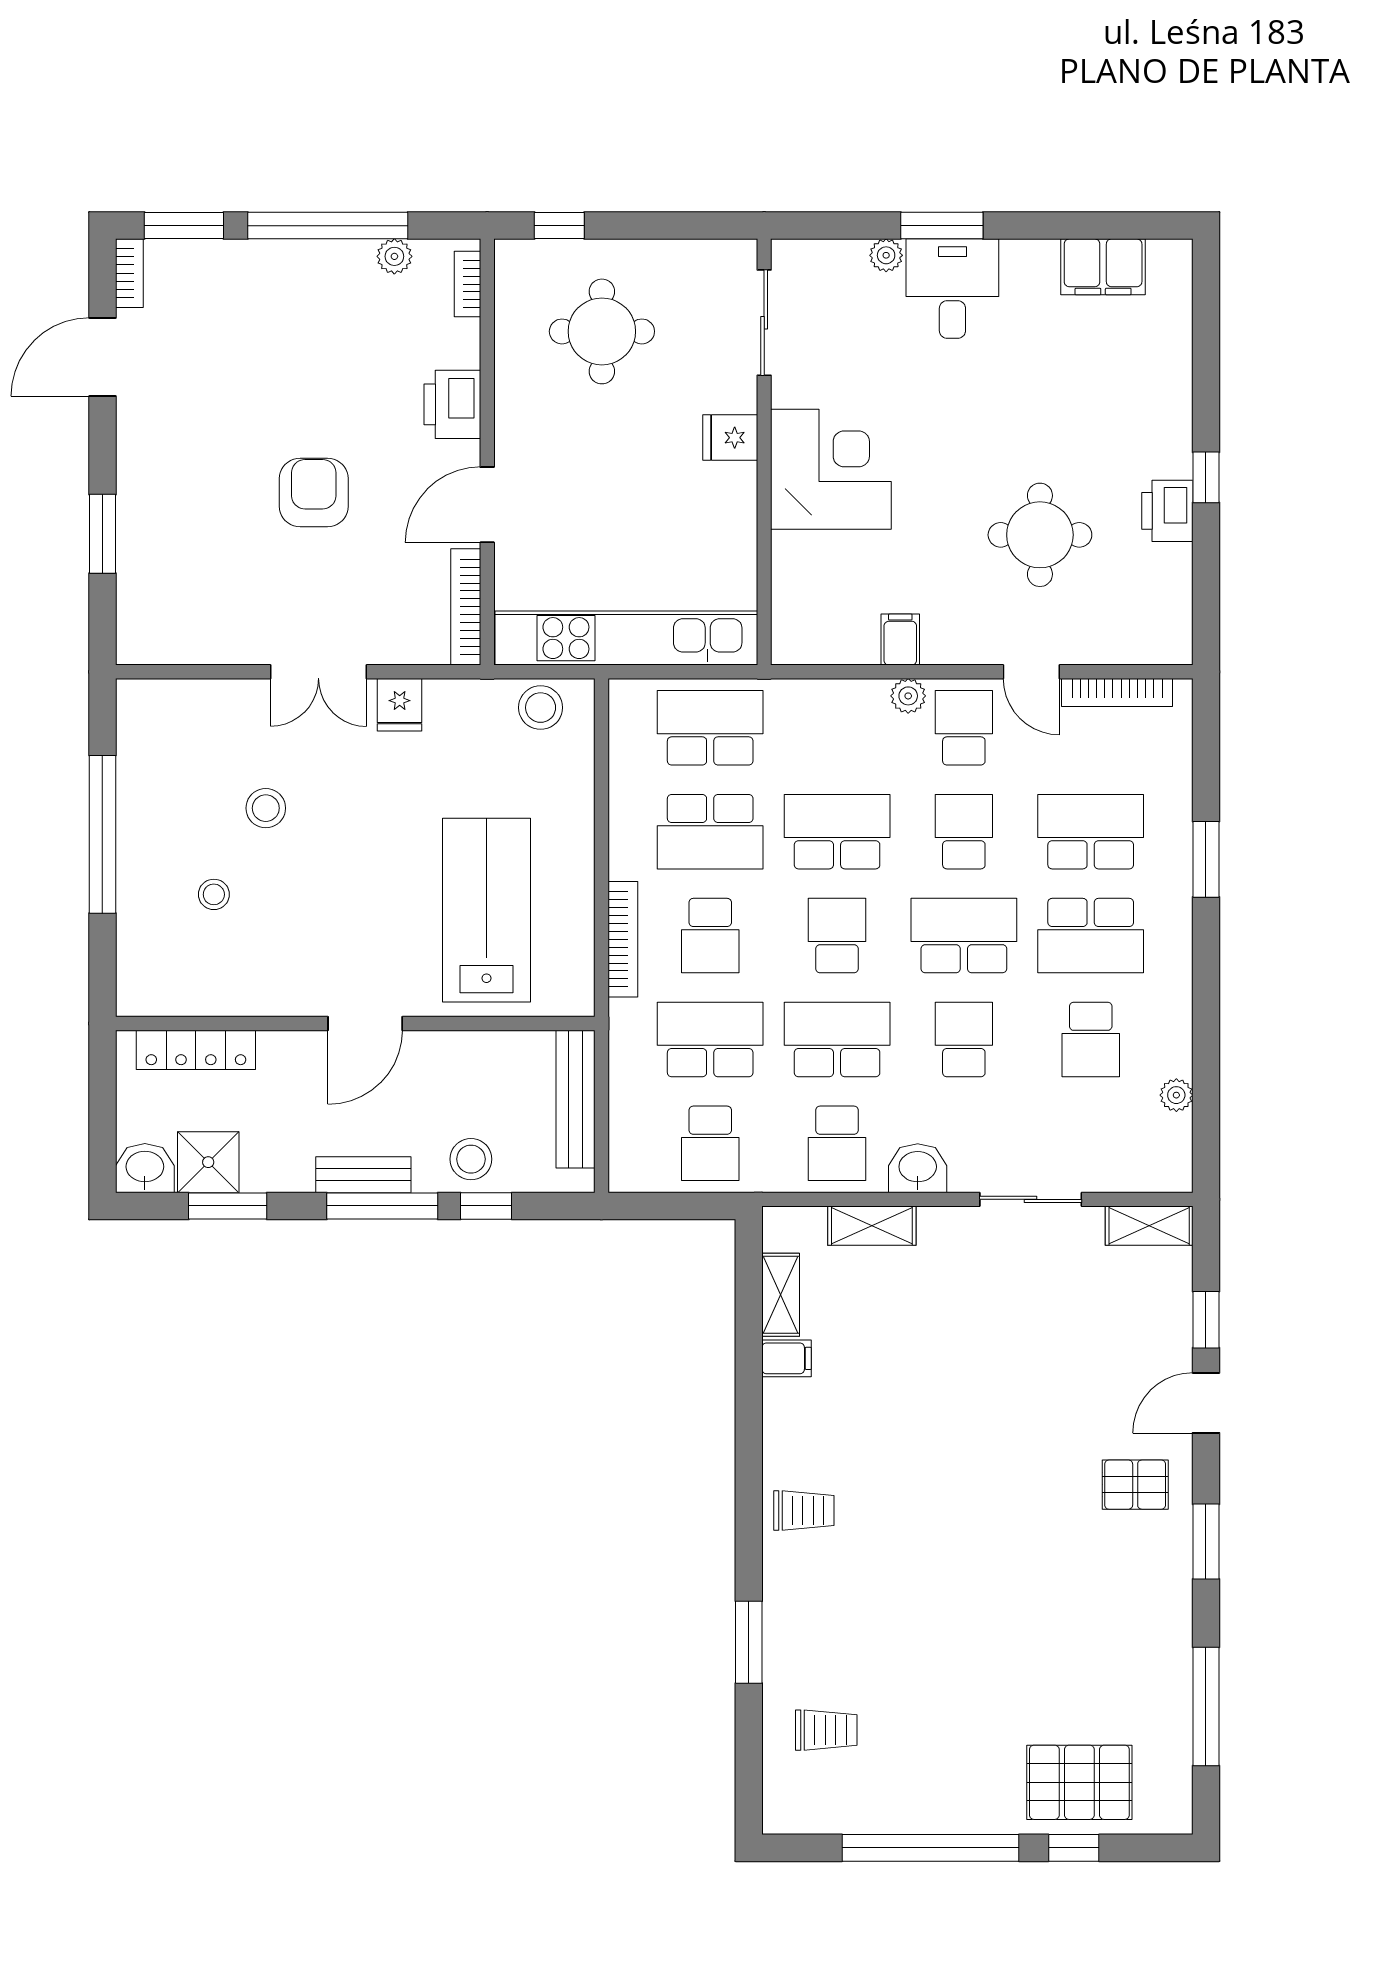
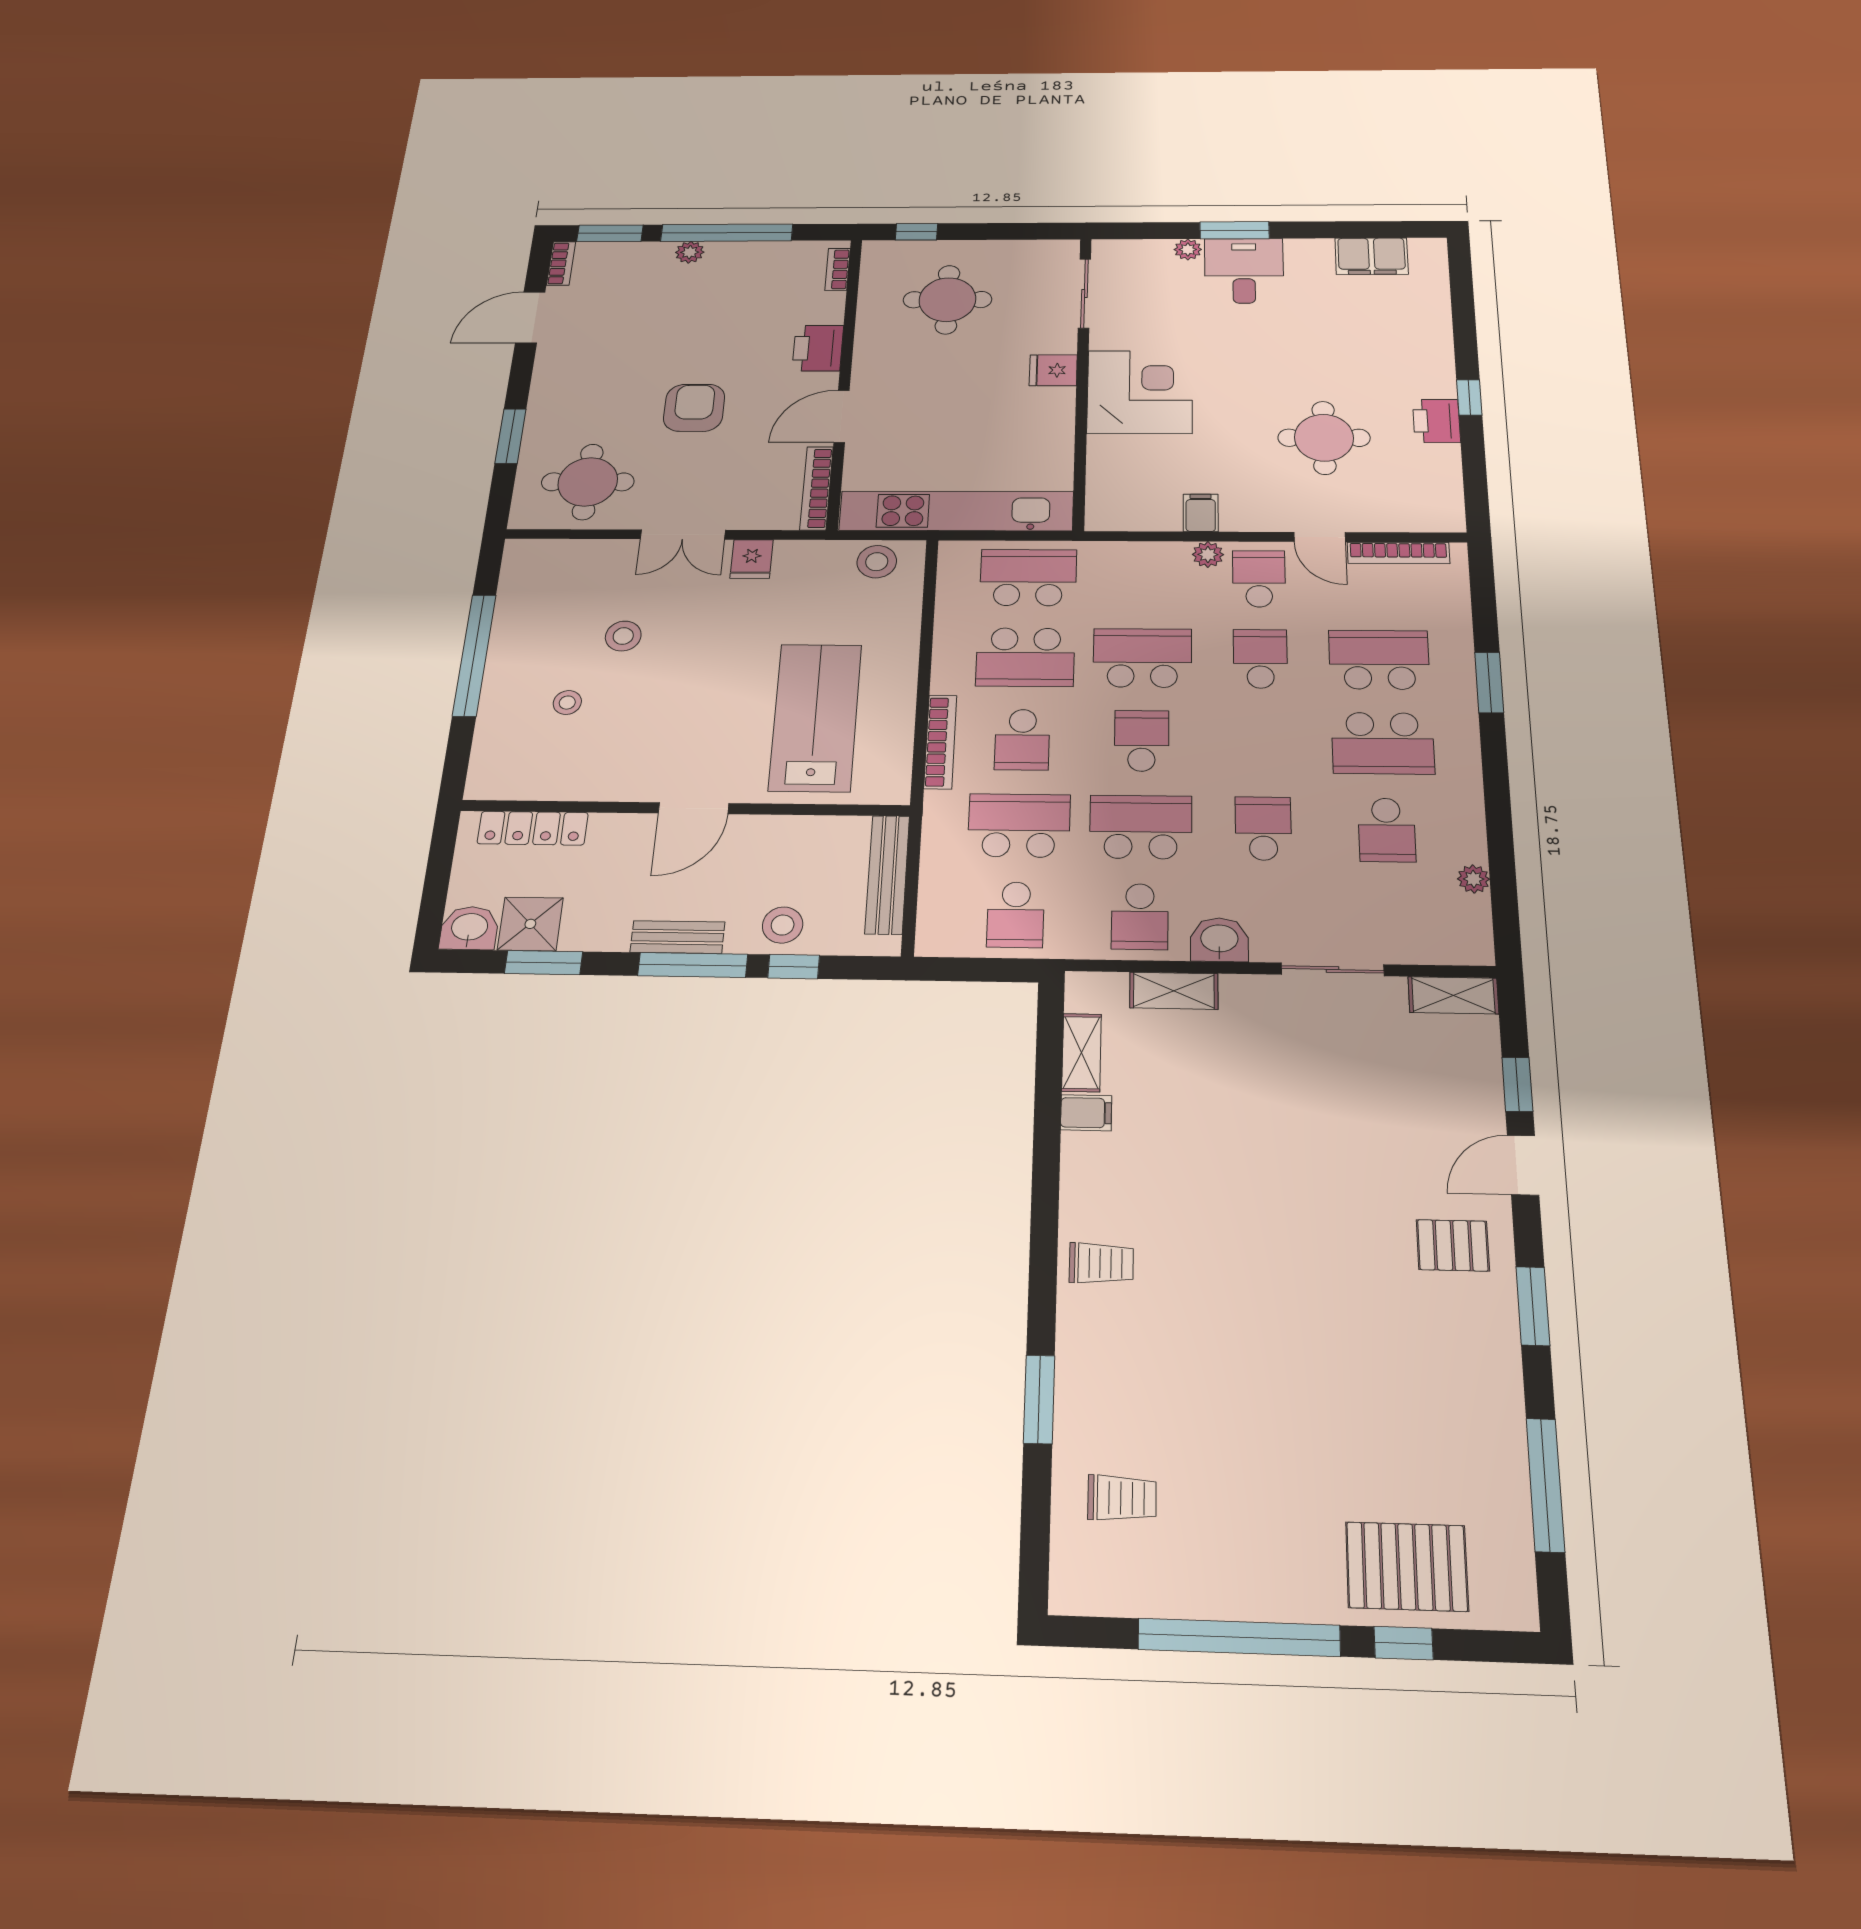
plant: (394, 256) -> (690, 252), moved
round table: (201, 599) -> (588, 482), added
school desk: (964, 936) -> (1262, 742), removed

